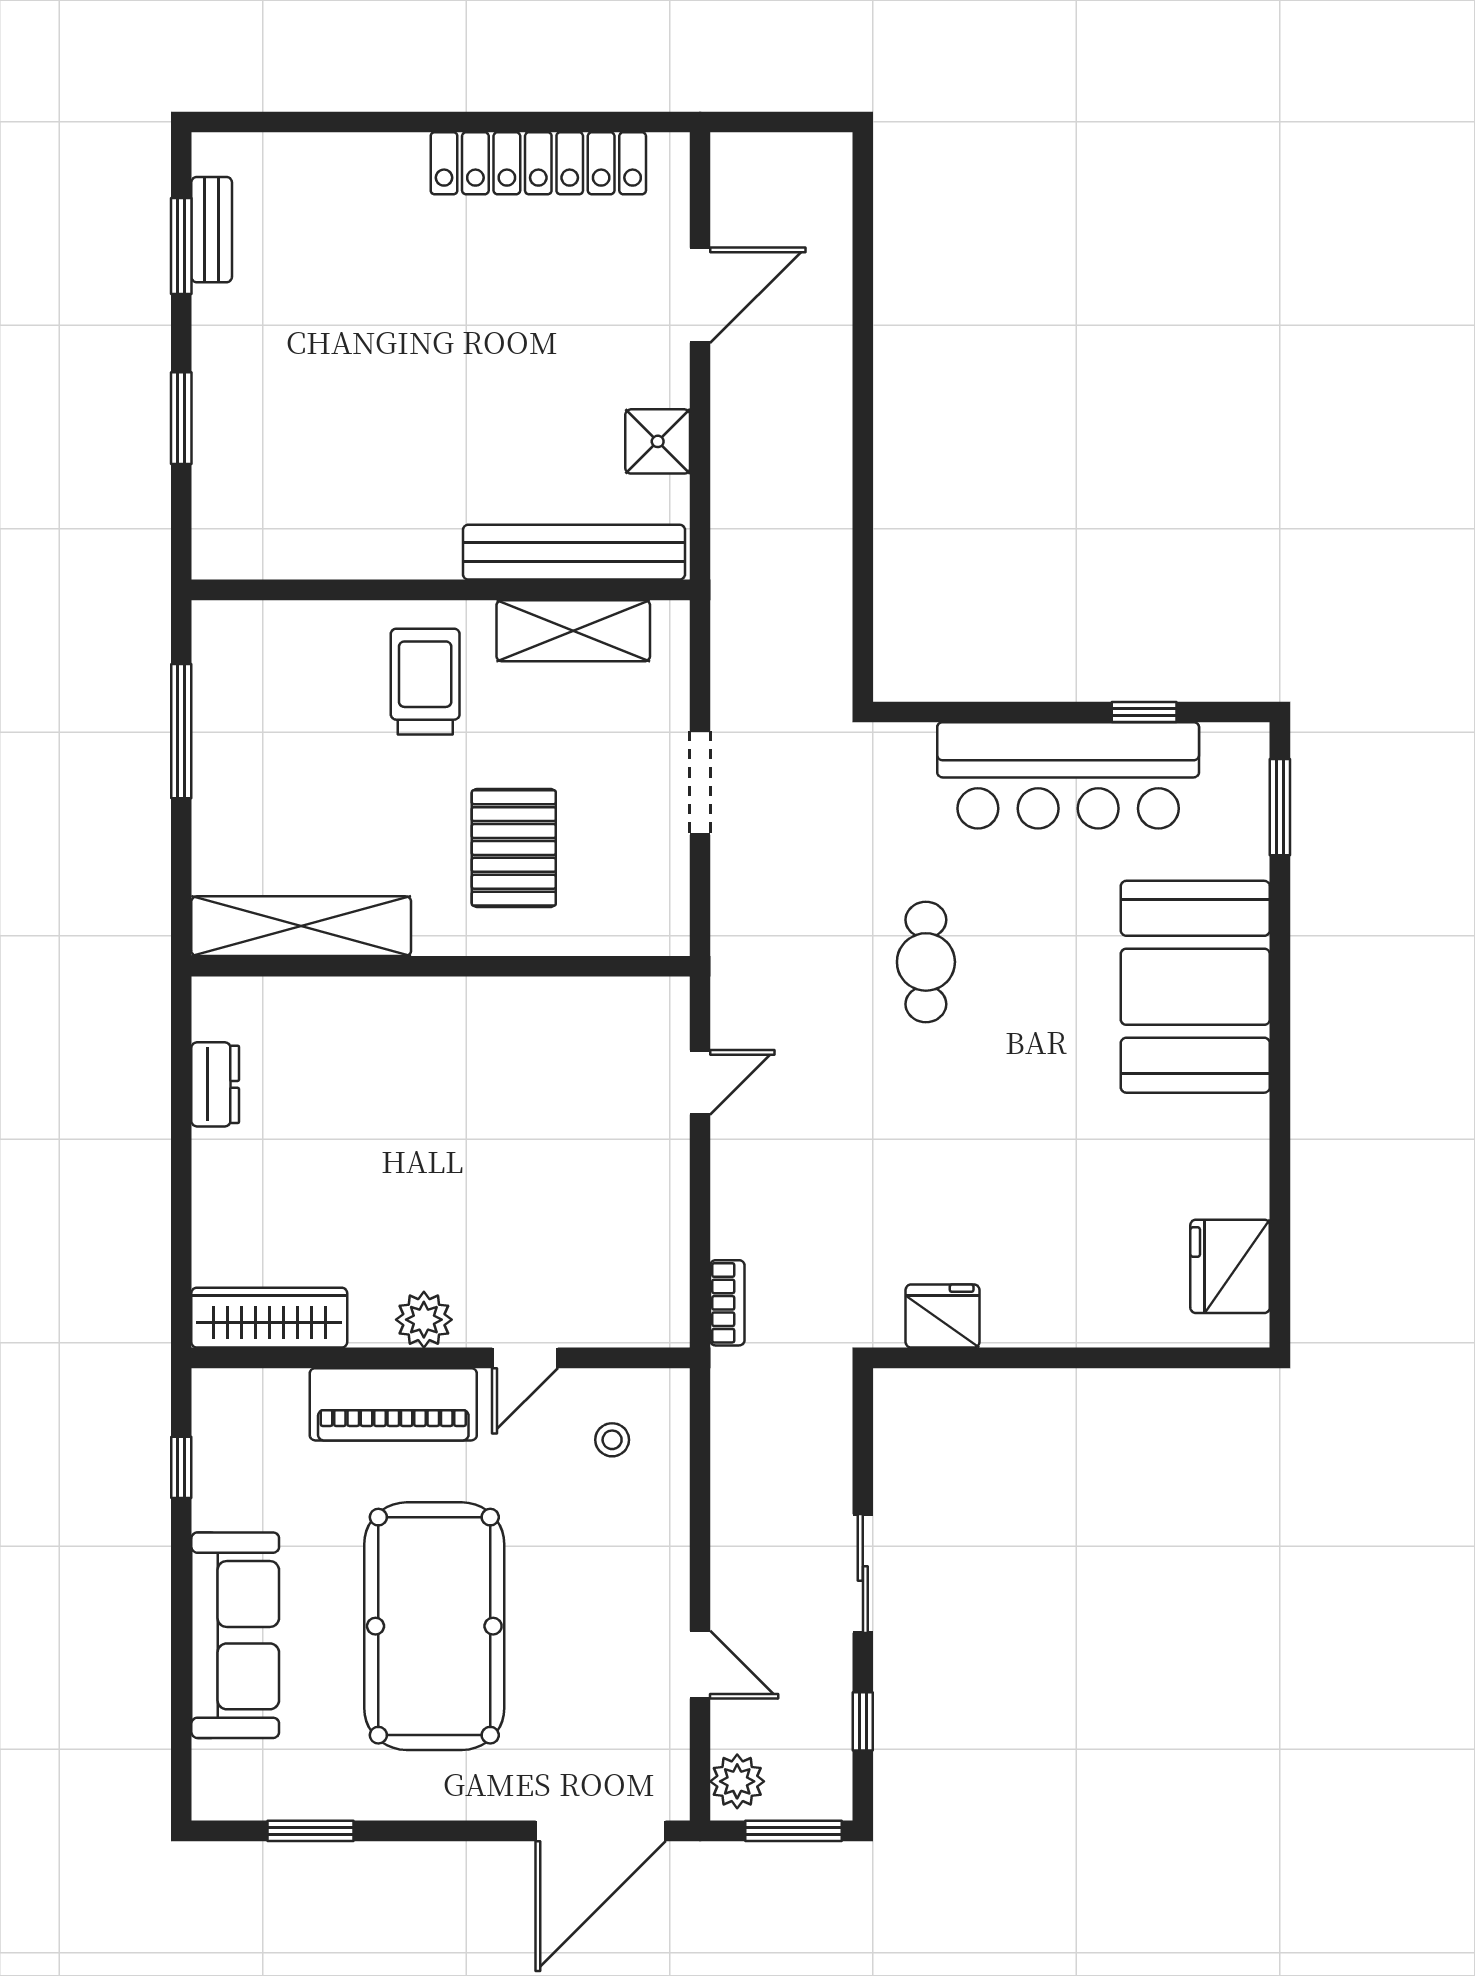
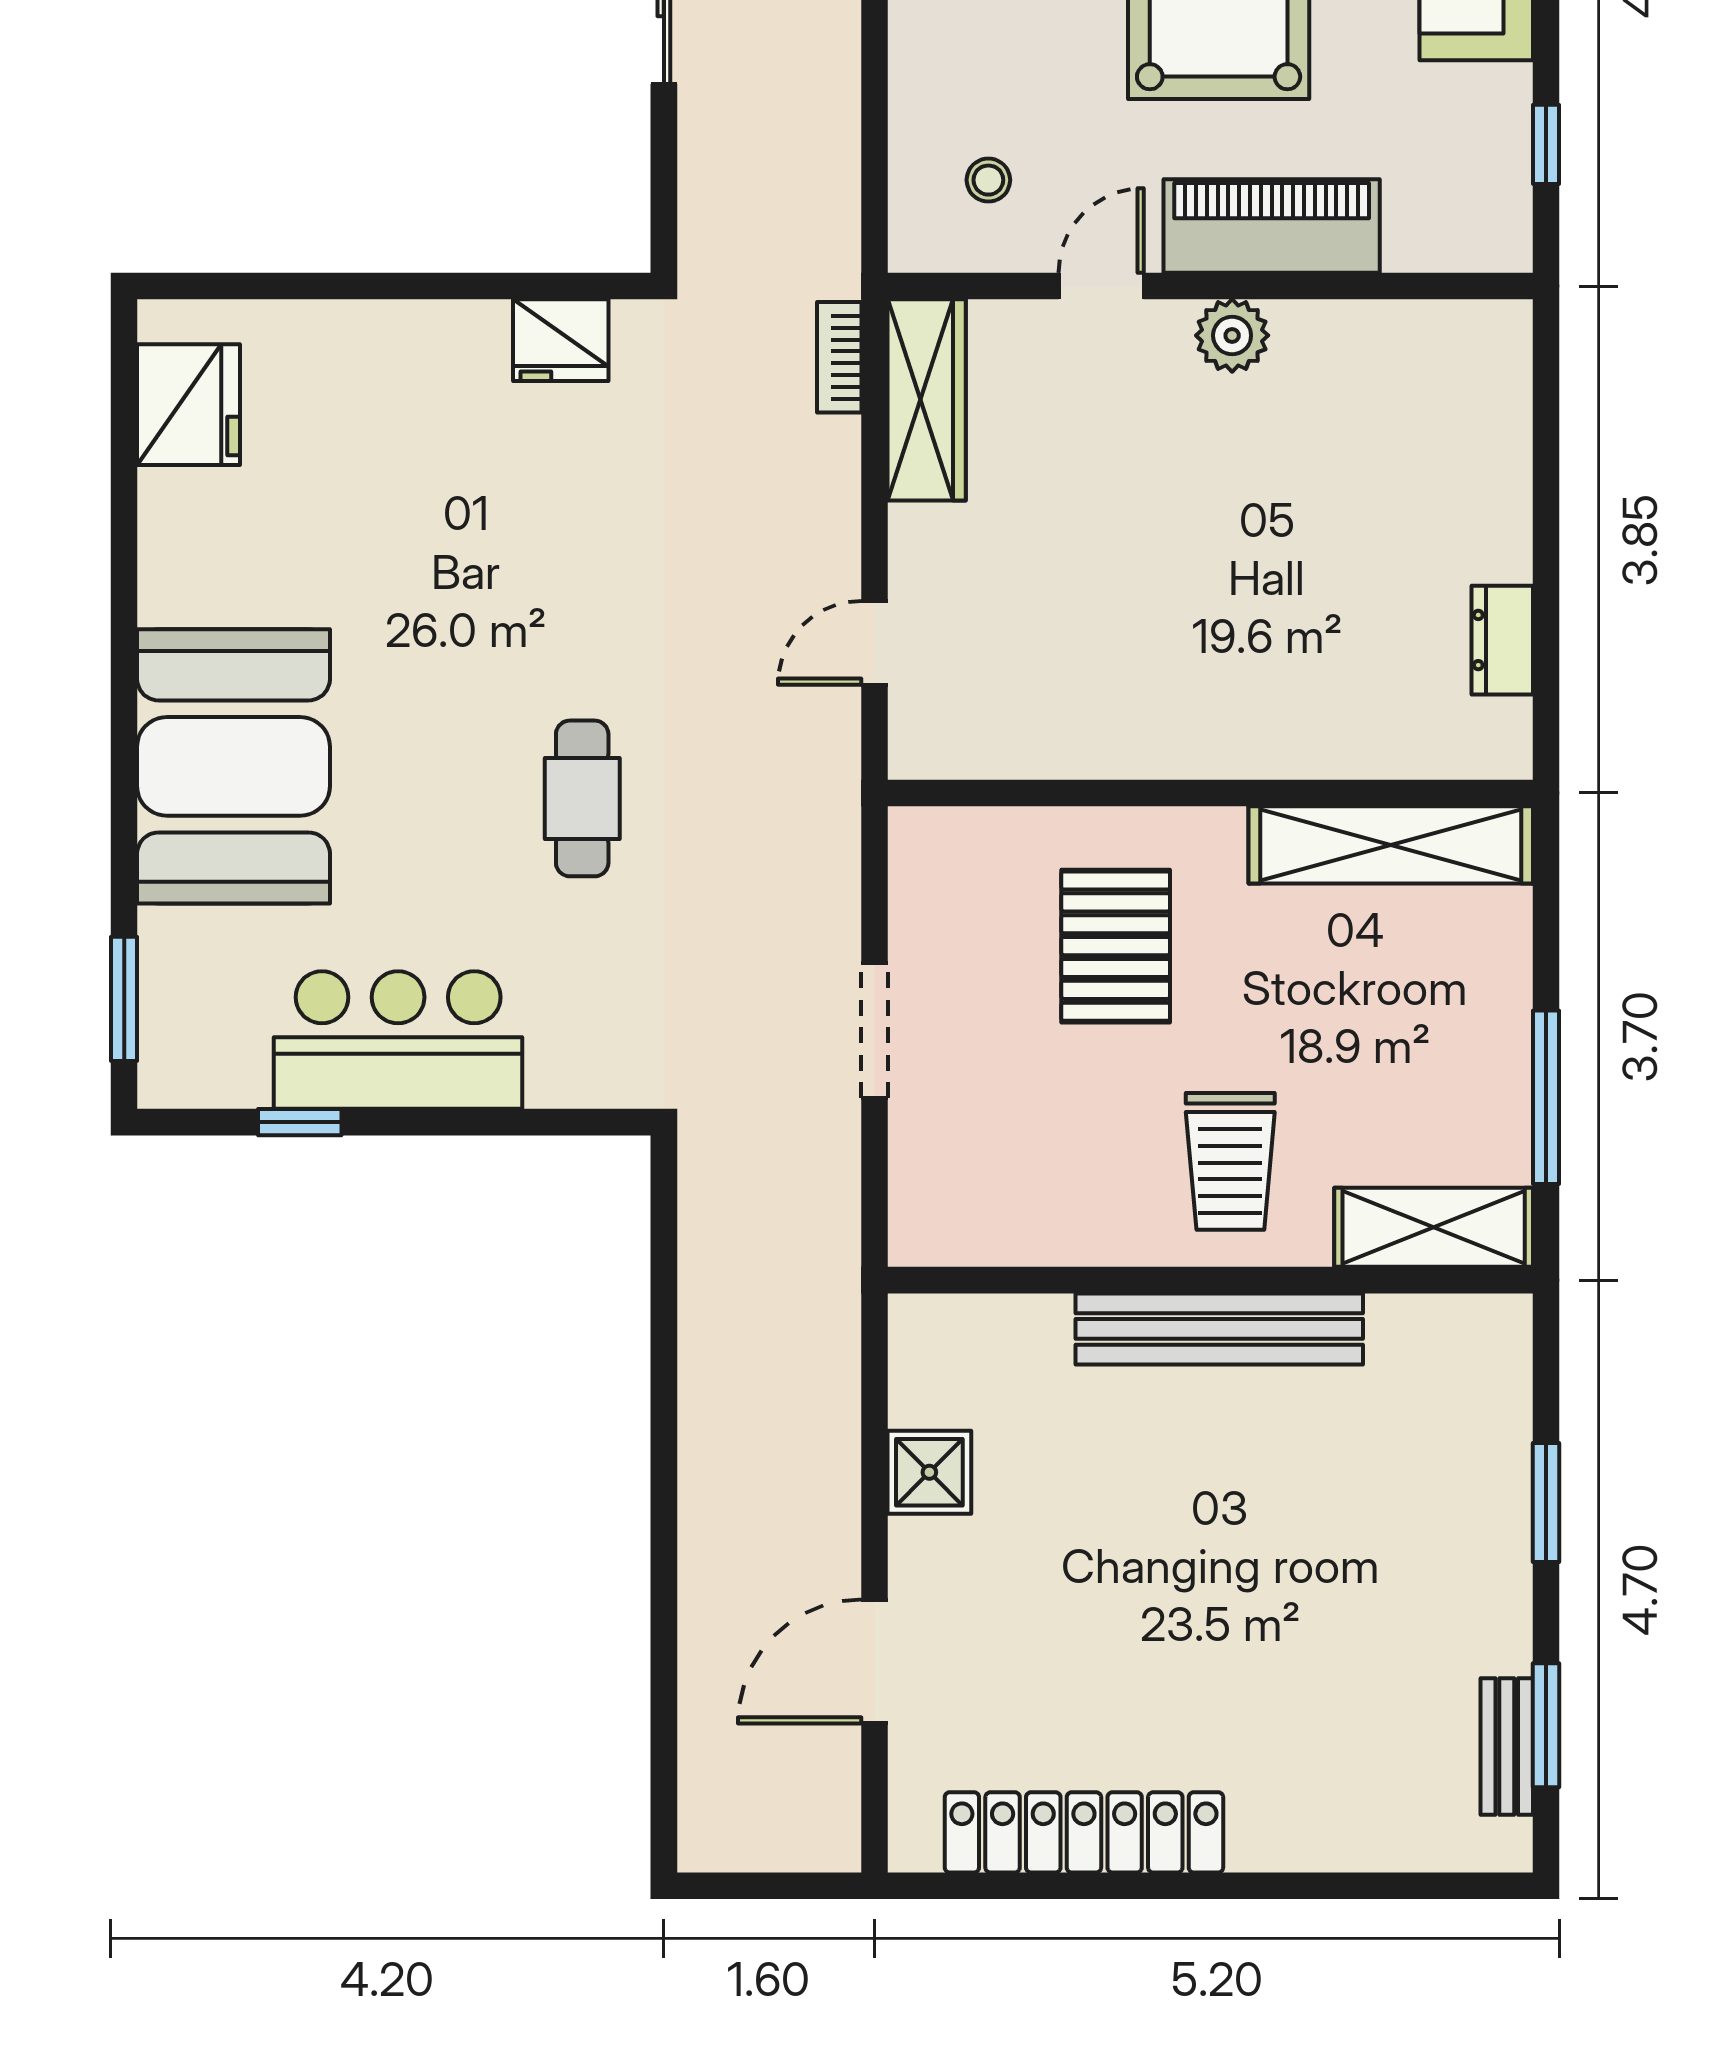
bench: (574, 552) -> (1219, 1329), moved
shelving: (573, 631) -> (1434, 1227), moved
bar counter: (1068, 775) -> (398, 1040), width x0.73
wardrobe: (269, 1318) -> (927, 400), moved, turned -90

